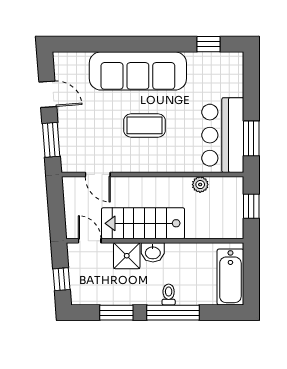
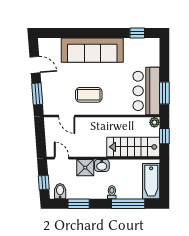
coffee table: (145, 125) -> (89, 95), moved
plant: (200, 185) -> (154, 122), moved
stairs: (143, 223) -> (133, 147), moved
bidet: (87, 293) -> (60, 191), added
window: (173, 313) -> (128, 204), moved

